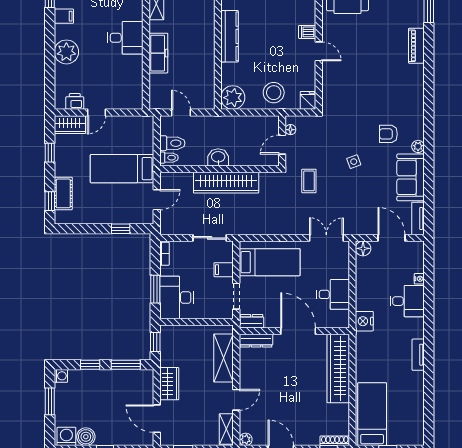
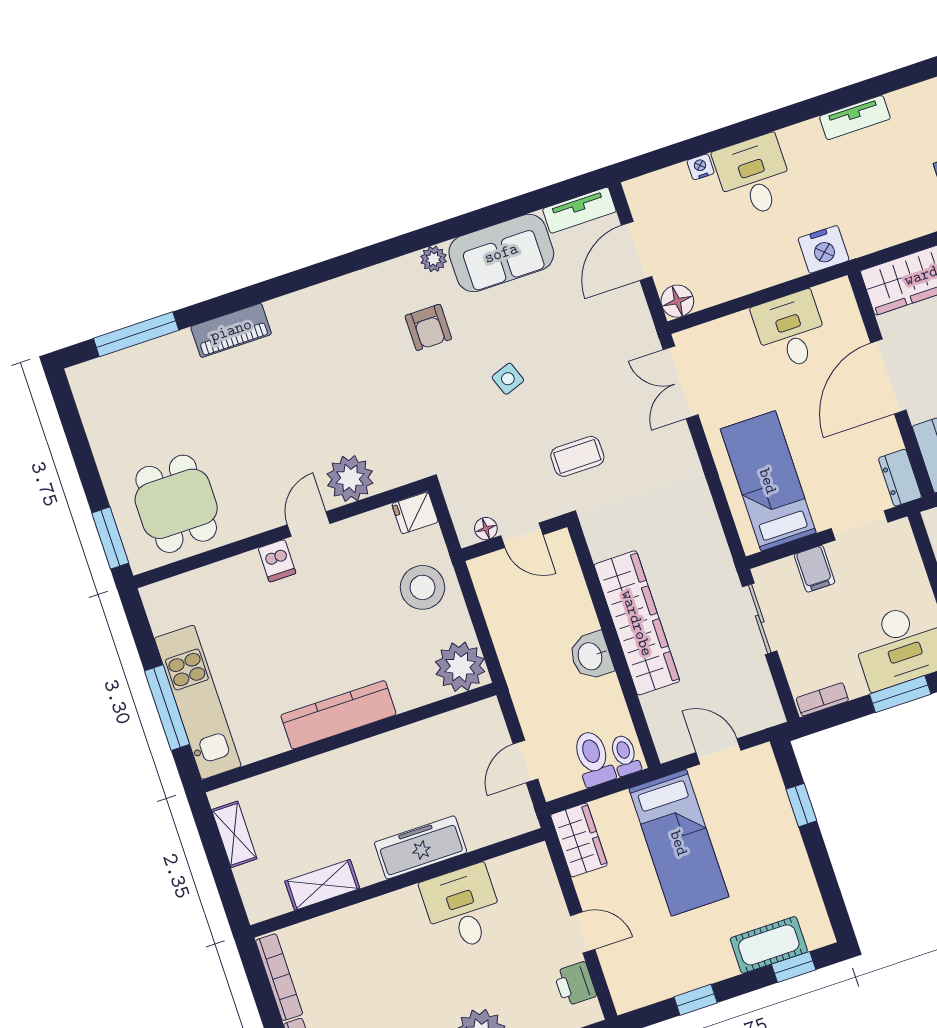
desk: (125, 38) -> (463, 908), moved
plant: (333, 77) -> (350, 478), added
wardrobe: (70, 125) -> (579, 840), moved

